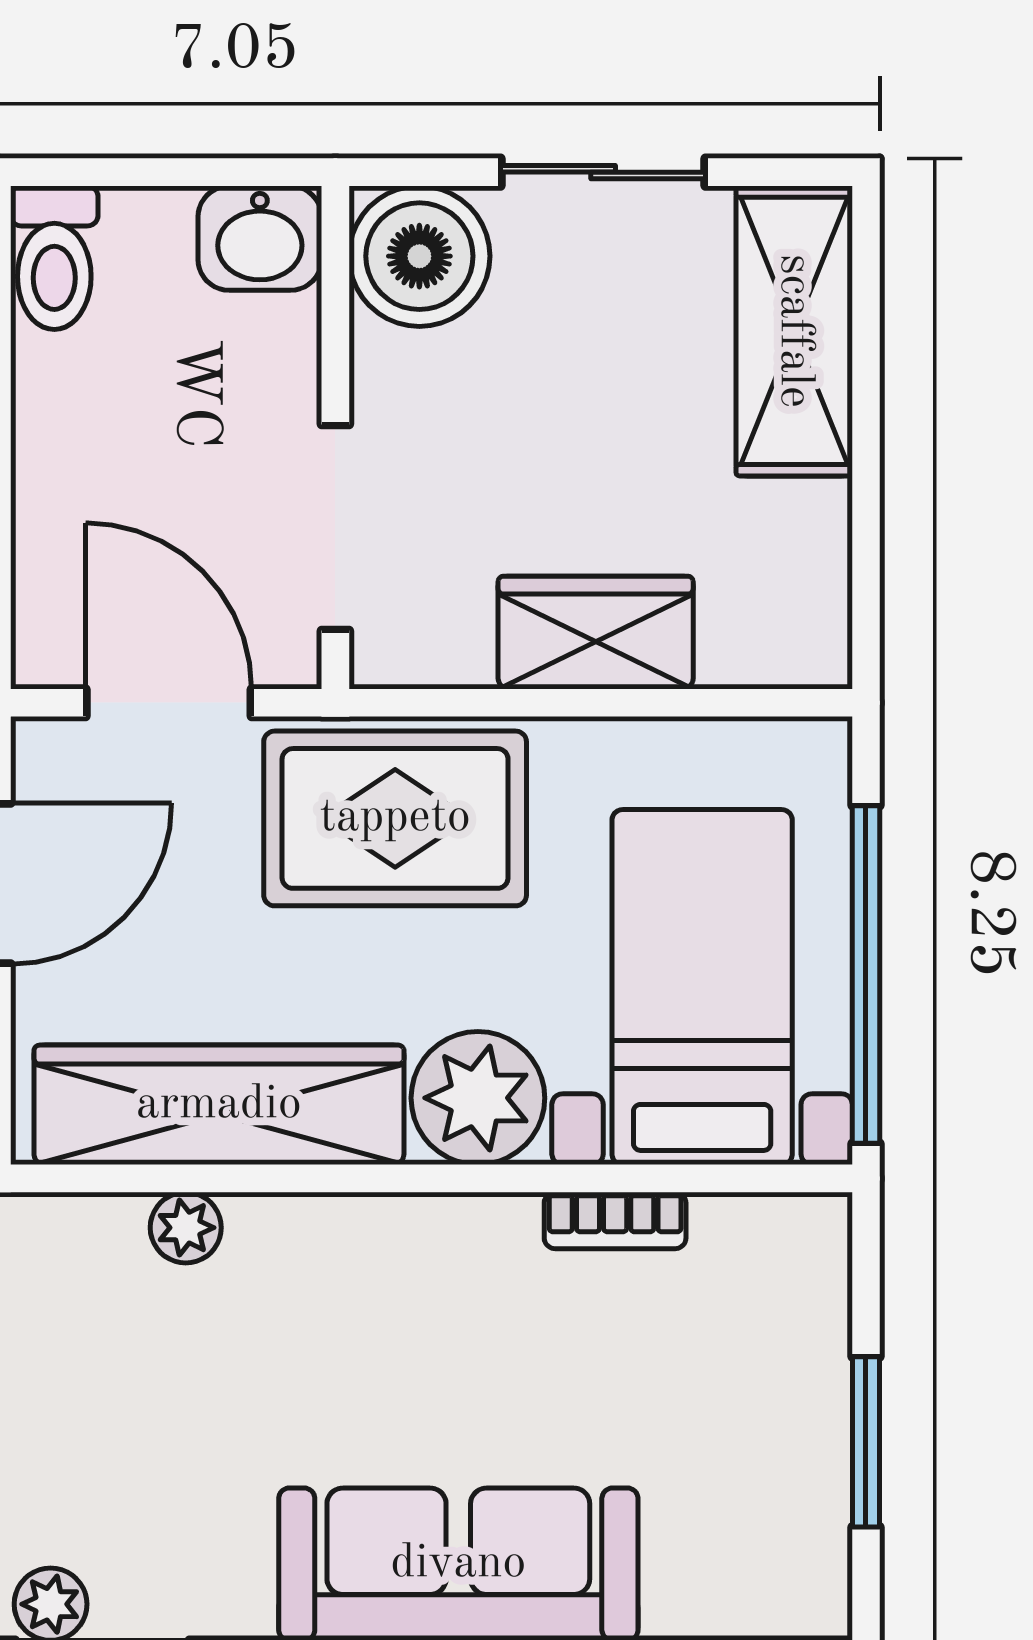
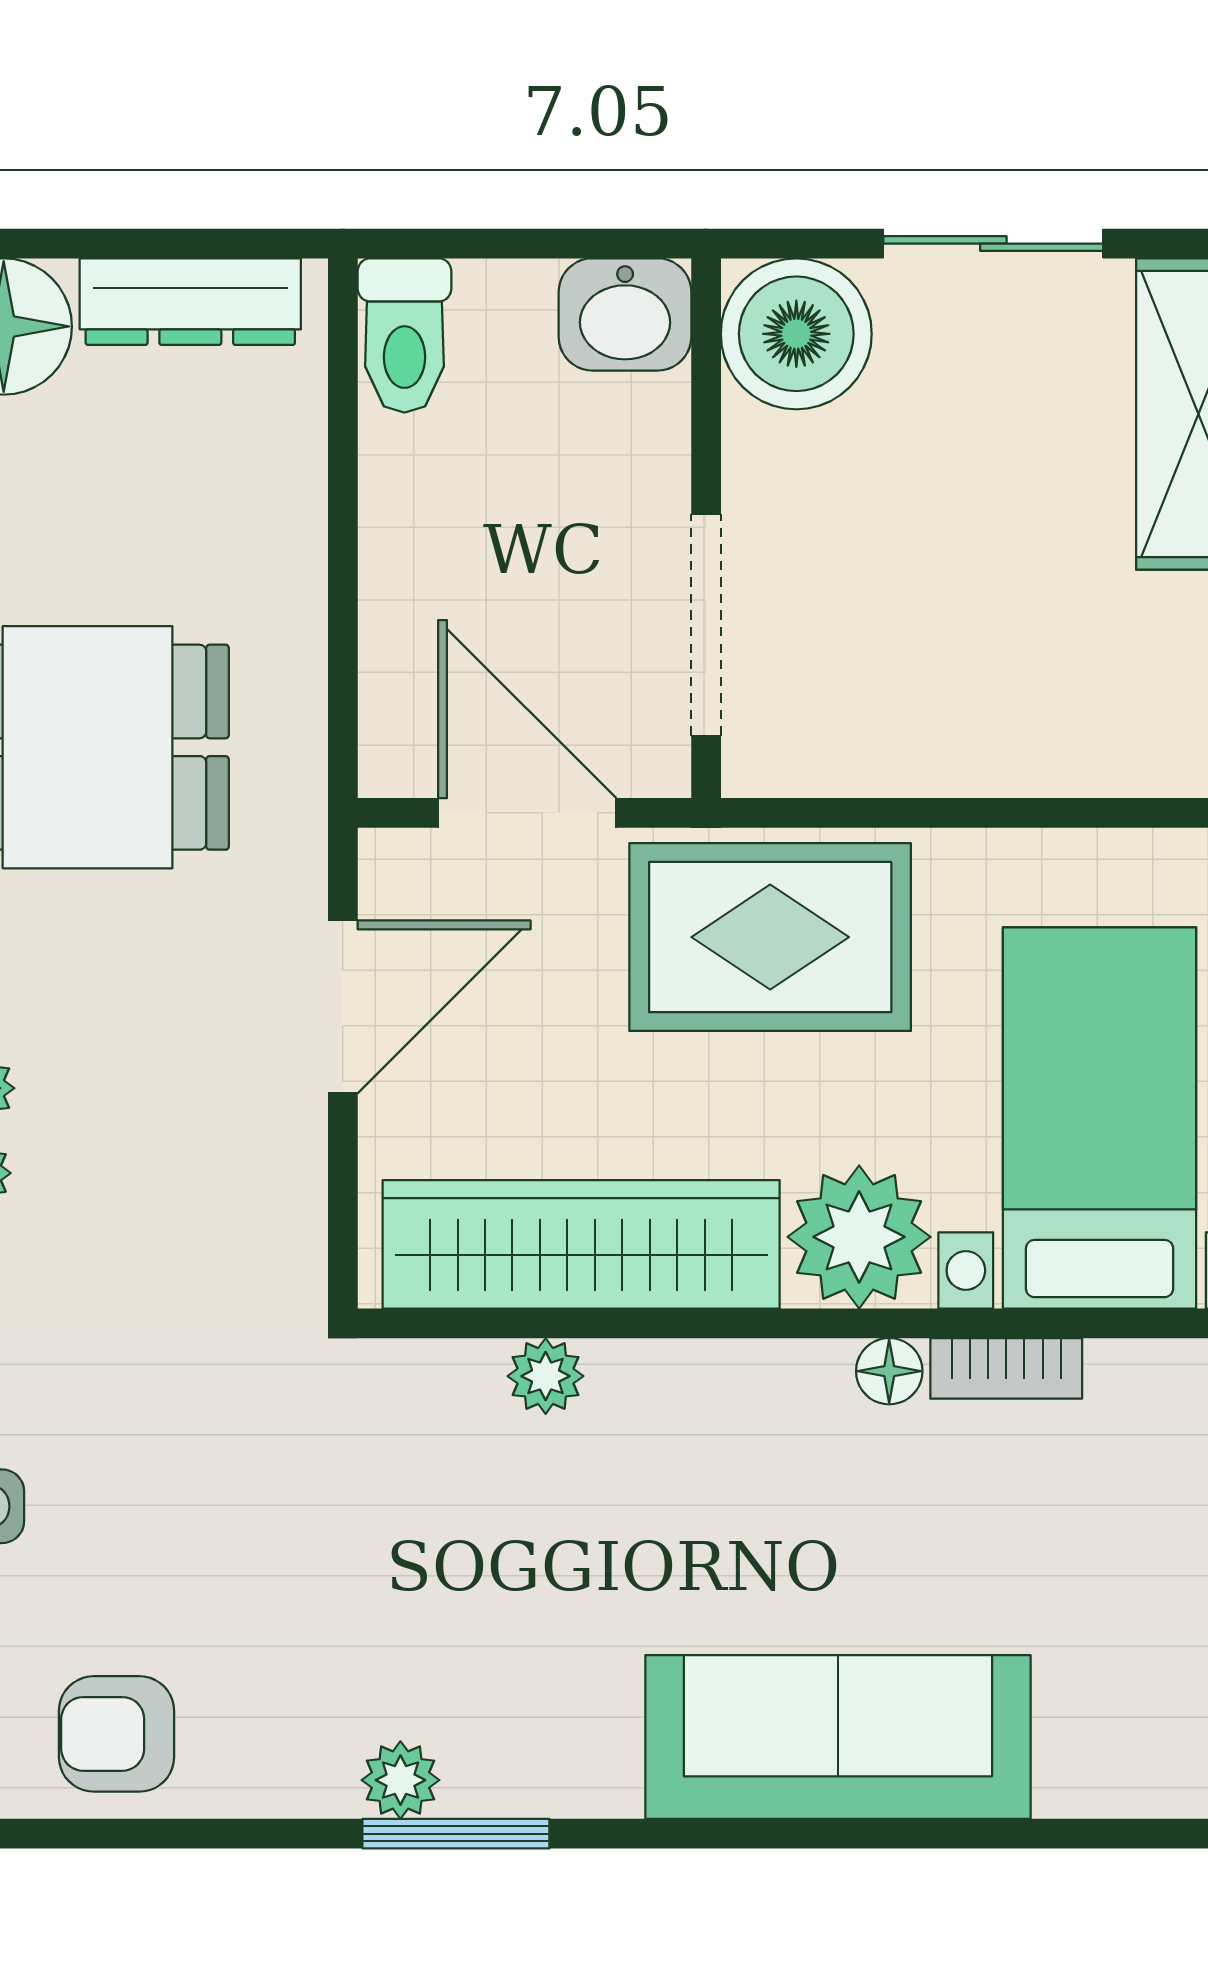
wardrobe: (596, 633) -> (985, 738), removed
floor lamp: (506, 1223) -> (889, 1371), added

